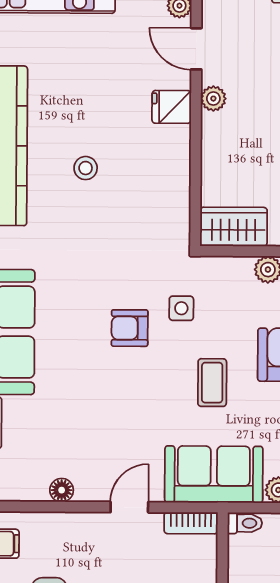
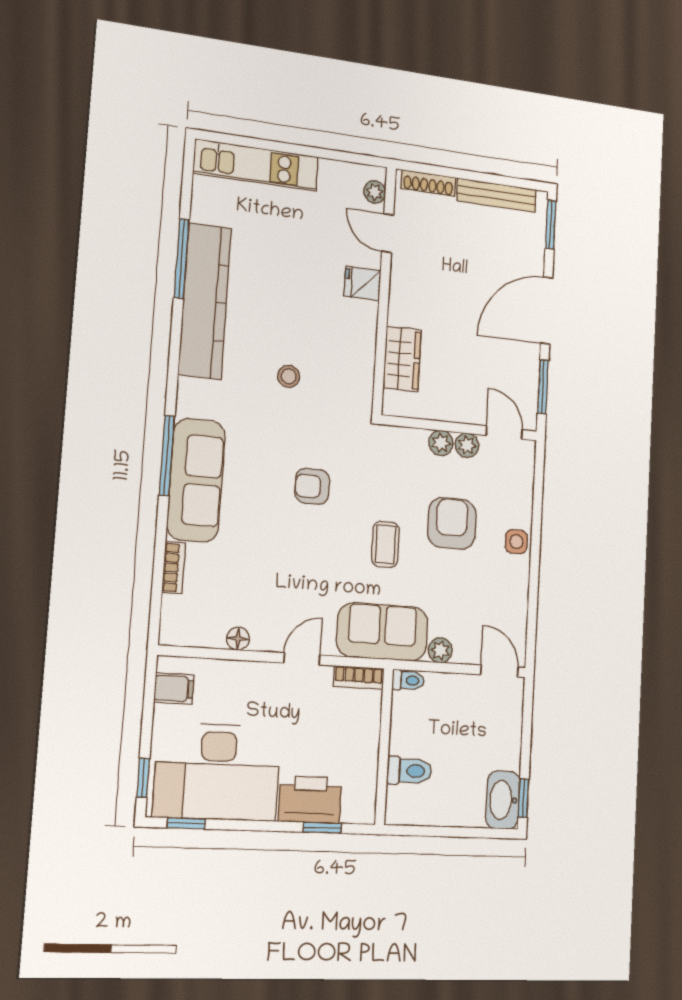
plant: (213, 99) -> (400, 280), removed
stool: (86, 168) -> (289, 376), moved
wardrobe: (234, 227) -> (402, 359), moved, turned 90
side table: (181, 308) -> (361, 472), removed

